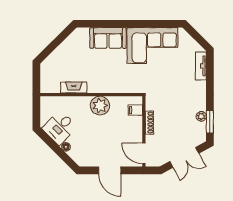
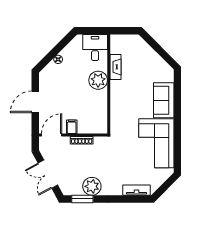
plant: (100, 106) -> (98, 80), moved
filing cabinet: (135, 110) -> (72, 127), moved
plant: (201, 116) -> (92, 186), width x1.88, depth x1.88
desk: (60, 128) -> (95, 47), moved, turned 45

